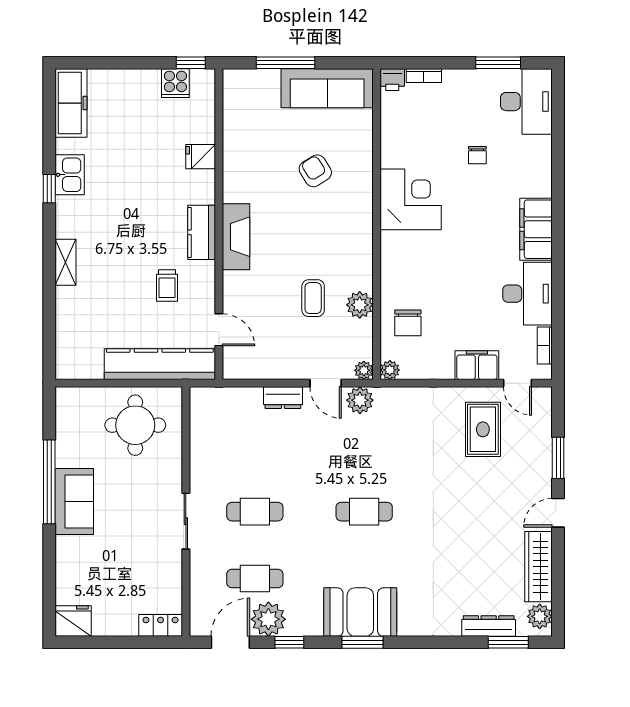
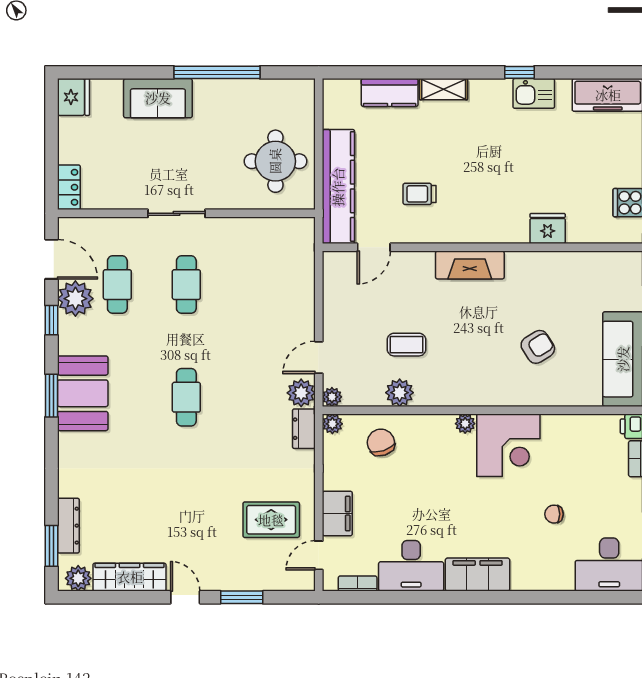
fridge: (201, 157) -> (548, 229), width x1.38
kitchen counter: (202, 232) -> (390, 93), moved, turned 180
plant: (390, 241) -> (465, 424), added
chair: (408, 323) -> (381, 442), turned 72
dresser: (283, 398) -> (304, 429), moved
sofa: (74, 501) -> (158, 98), moved

